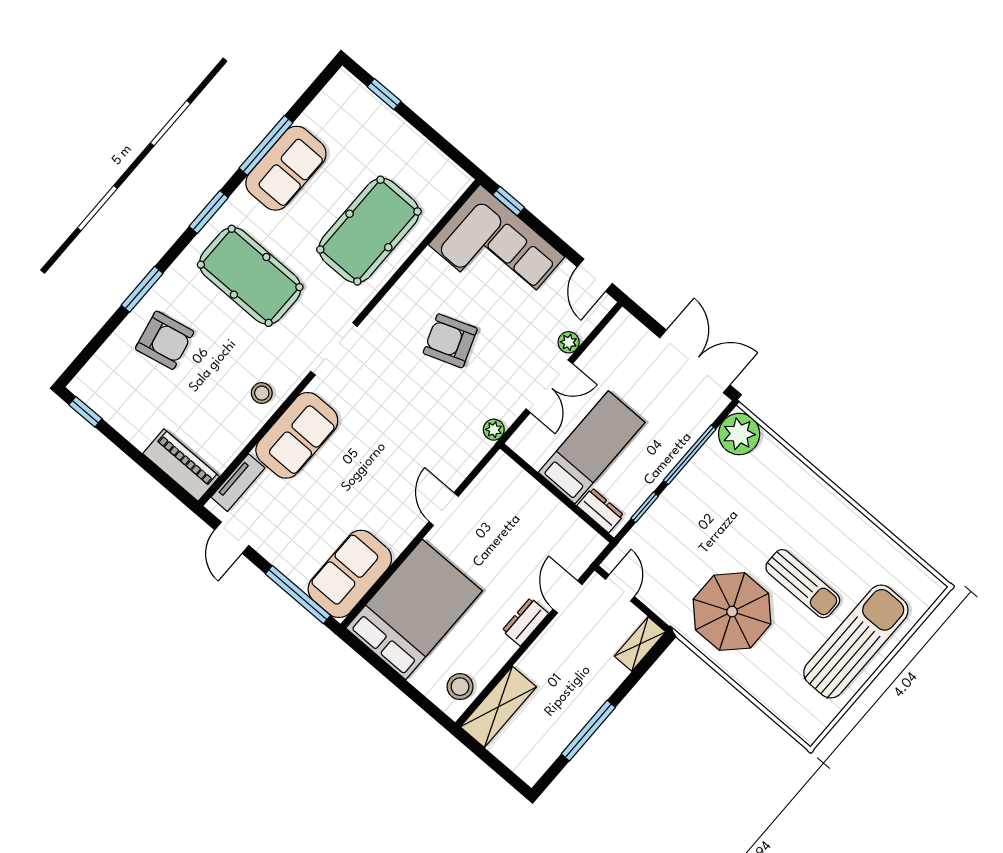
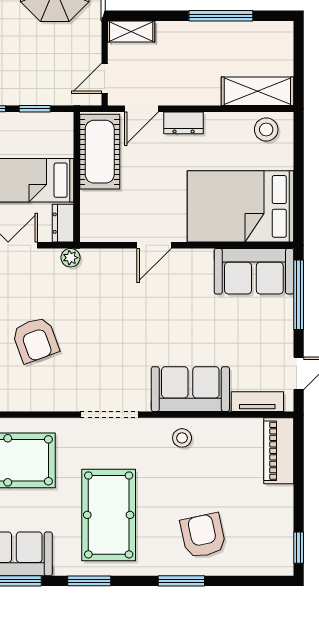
dresser: (600, 510) -> (63, 223), moved
cot: (562, 531) -> (100, 152), added

